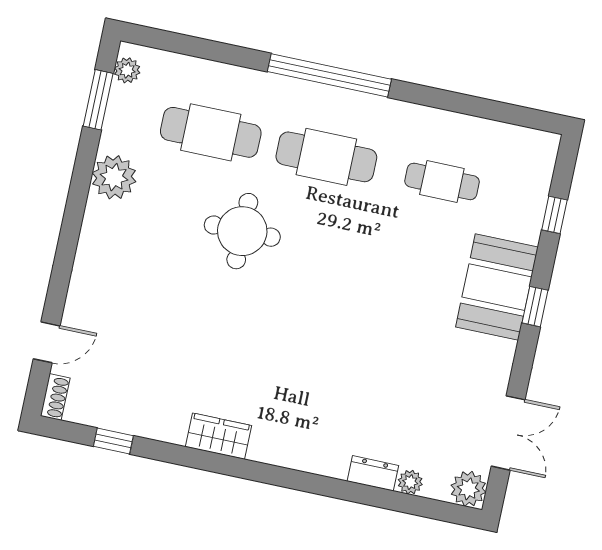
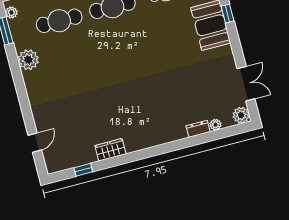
round table: (242, 231) -> (93, 55), removed
window: (535, 307) -> (228, 14), moved
shoe rack: (55, 397) -> (50, 164), removed
wardrobe: (219, 436) -> (110, 150), moved

